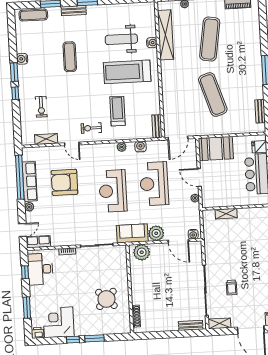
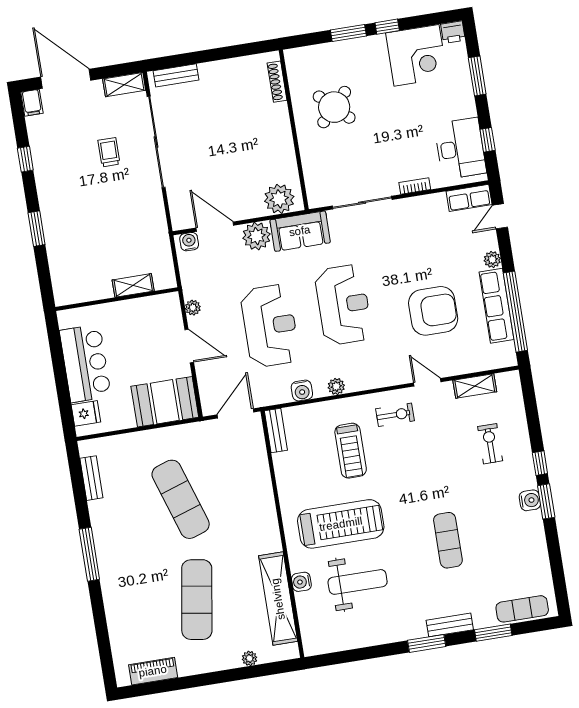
water cooler: (22, 59) -> (530, 500), moved

